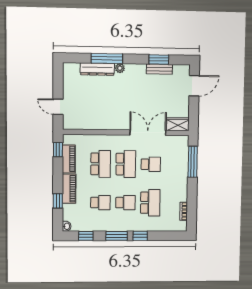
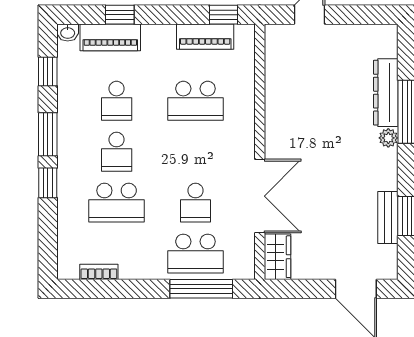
school desk: (126, 164) -> (195, 254), moved
piano: (69, 189) -> (110, 37), moved

